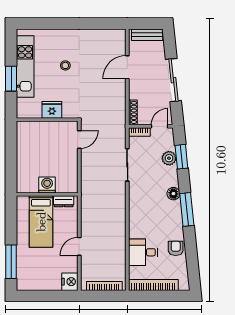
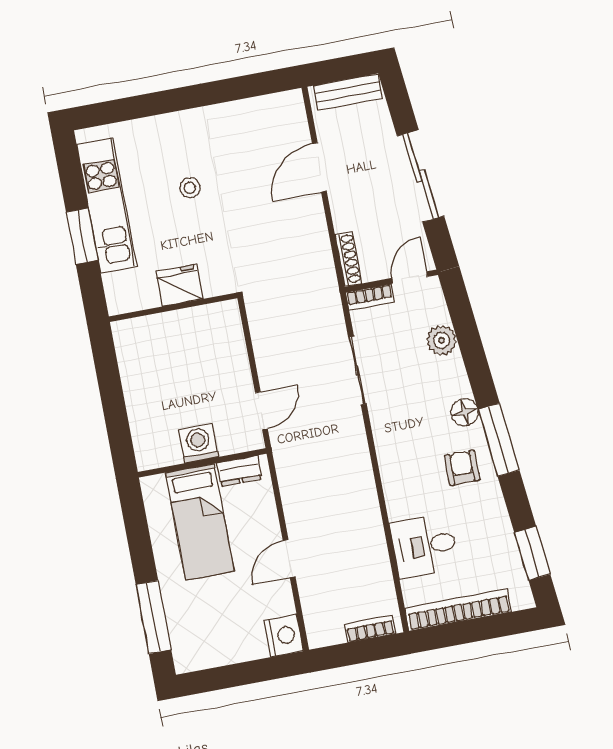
door: (79, 139) -> (261, 411), moved
window: (181, 157) -> (532, 553), moved
armchair: (176, 248) -> (462, 468), moved
bookcase: (104, 286) -> (370, 629), width x0.64

